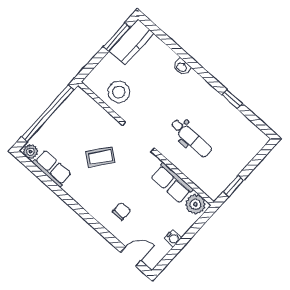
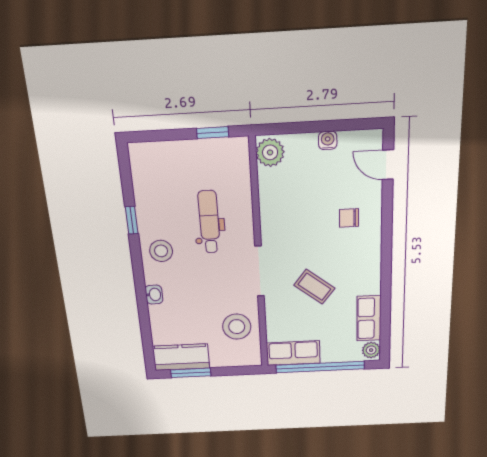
stool: (201, 97) -> (161, 251), added
row of seats: (172, 183) -> (293, 353), moved, turned -90

